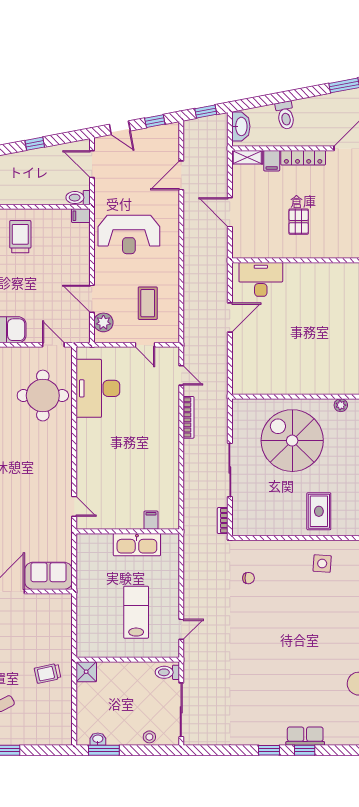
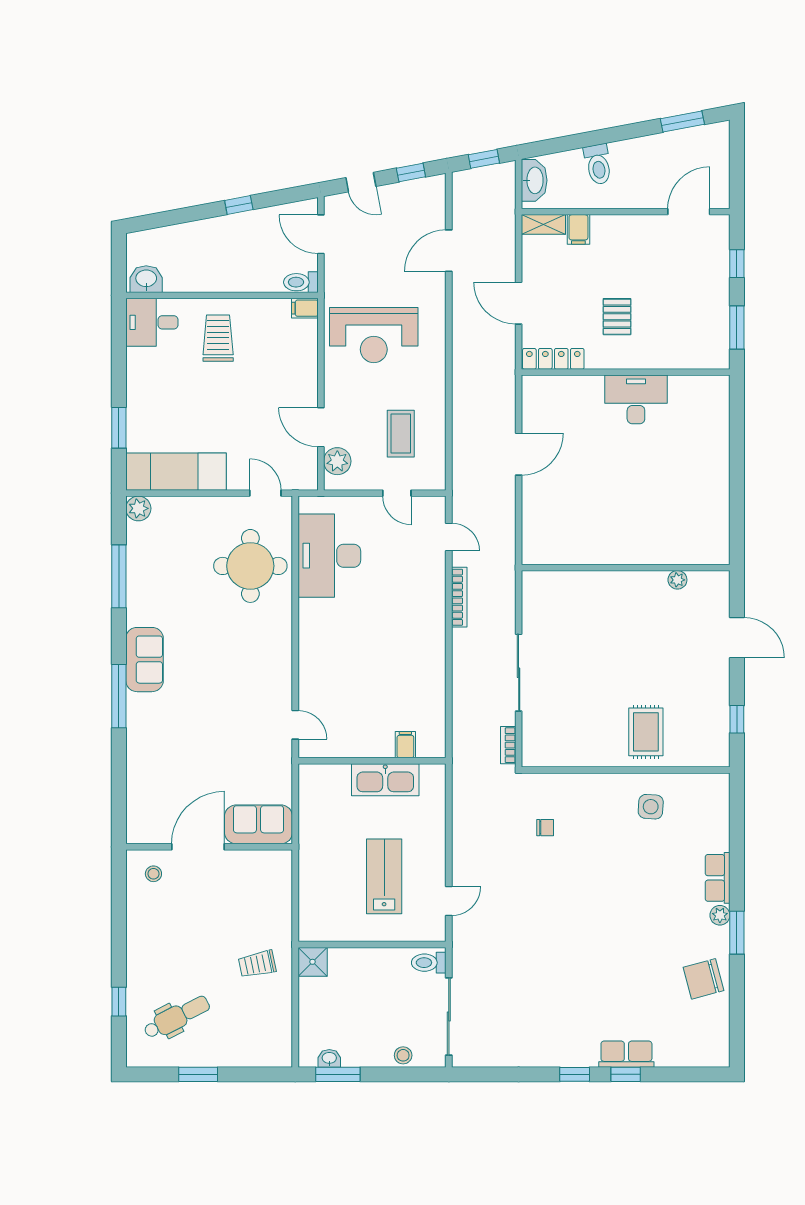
locker: (303, 158) -> (553, 359), moved, turned 180
desk: (261, 279) -> (636, 399), moved
spiral stairs: (292, 441) -> (608, 630), removed

